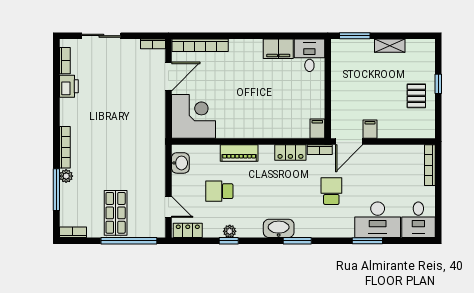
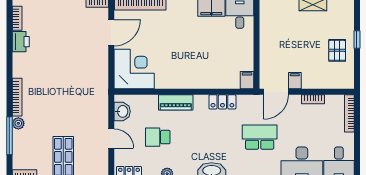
bookcase: (320, 150) -> (313, 99), moved
school desk: (331, 191) -> (260, 137), width x1.85
door: (168, 207) -> (111, 138), moved

